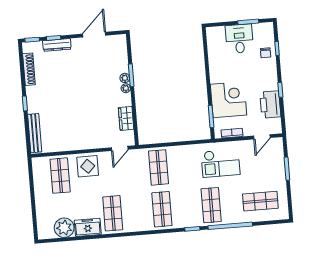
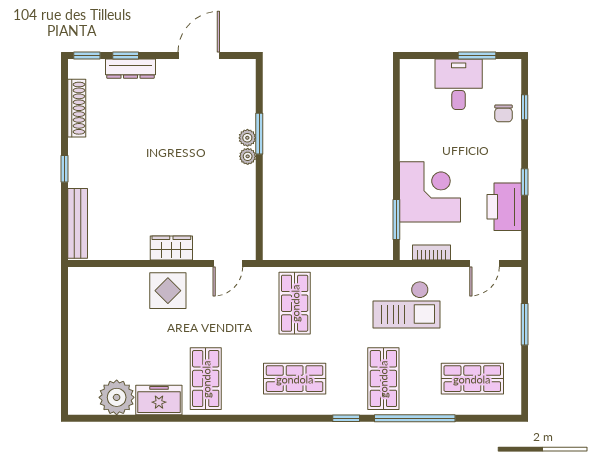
wardrobe: (126, 118) -> (171, 248), moved, turned 90
shop shelf: (60, 176) -> (117, 303), removed
shop shelf: (162, 209) -> (295, 379), turned 90

